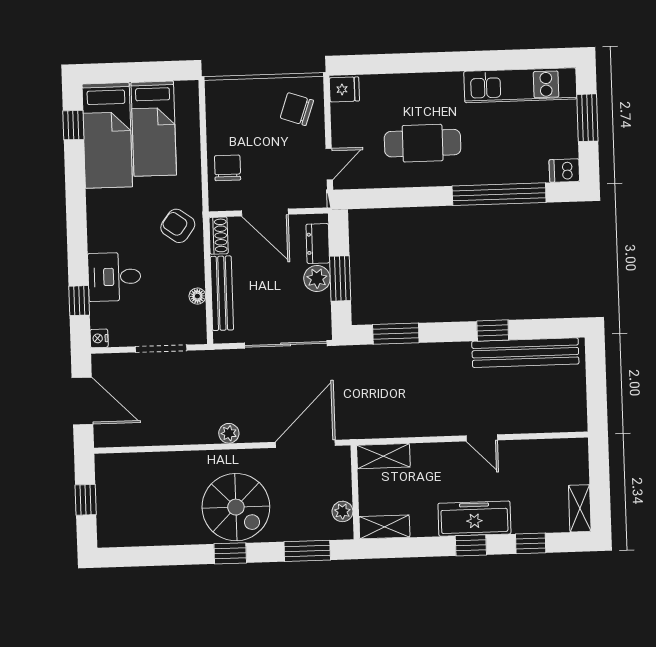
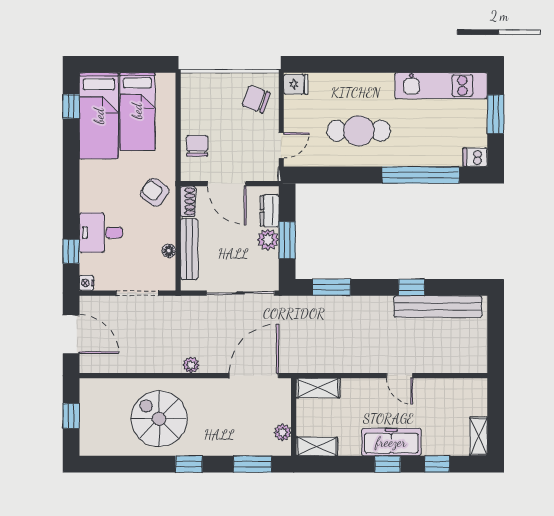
spiral stairs: (236, 507) -> (159, 419), moved, turned 180

